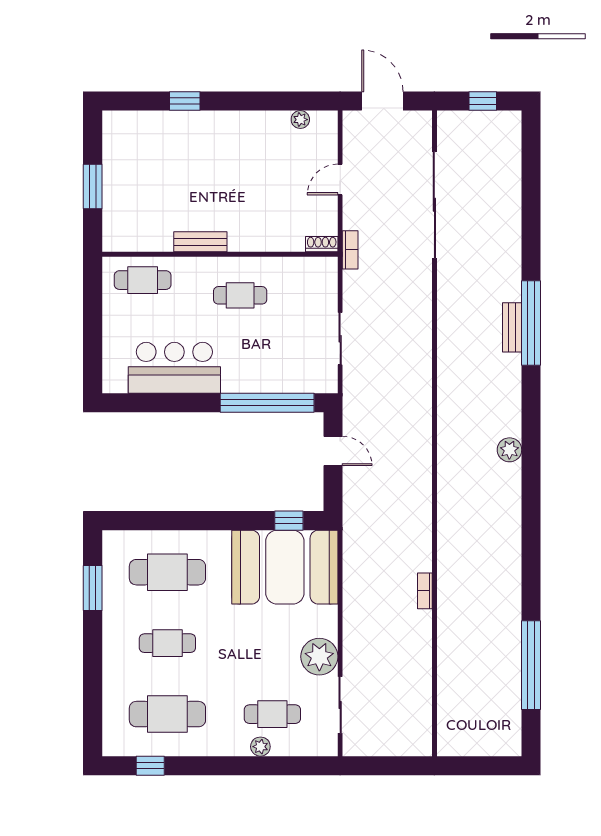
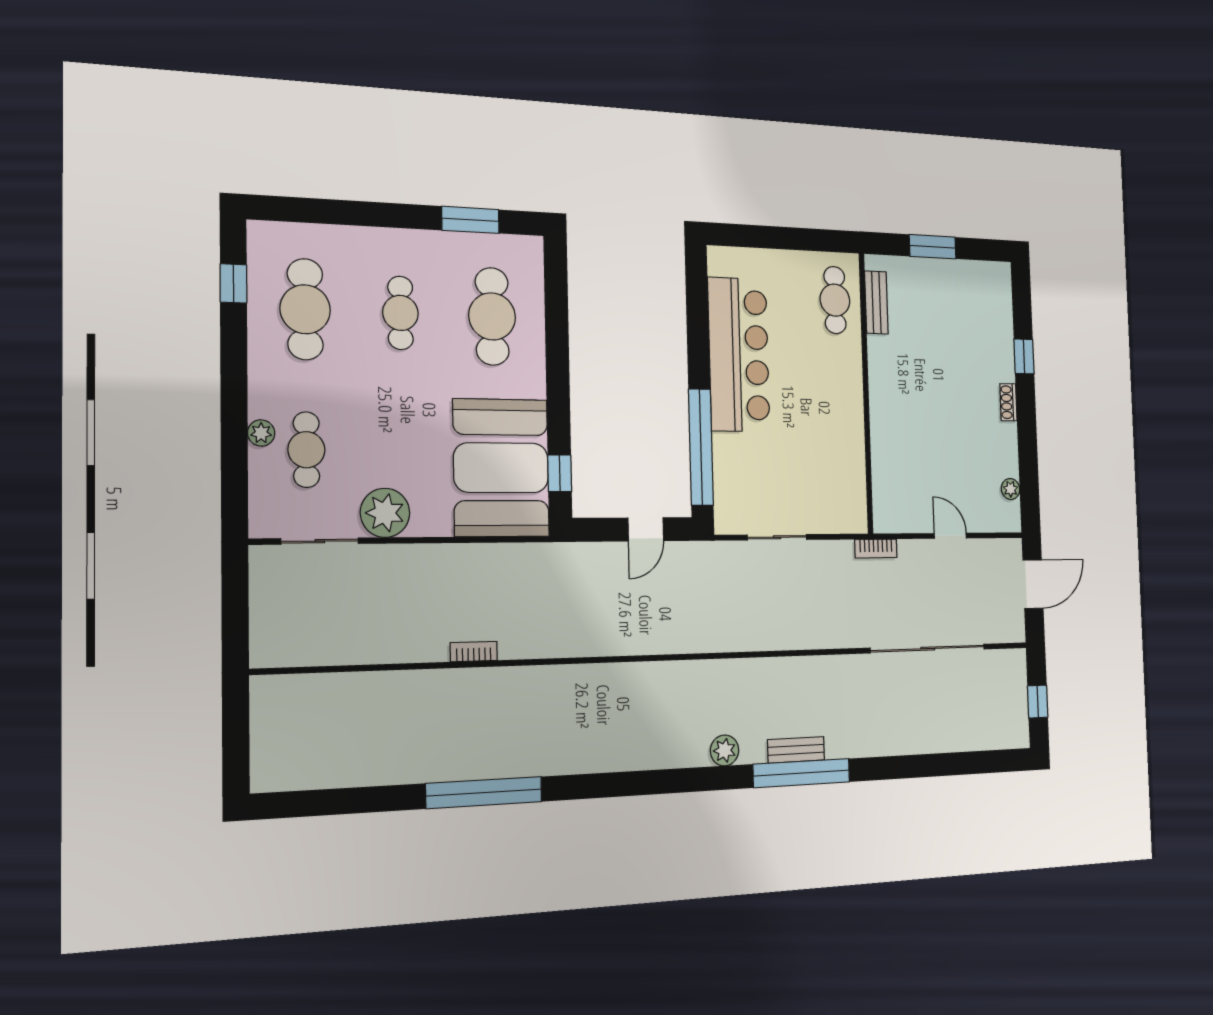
bench: (200, 242) -> (876, 302), moved
shoe rack: (322, 244) -> (1008, 402), moved, turned 180
cafe table: (240, 295) -> (822, 416), removed
bar counter: (174, 368) -> (739, 355), width x1.36
plant: (509, 450) -> (725, 750), moved
window: (531, 665) -> (484, 793), moved

